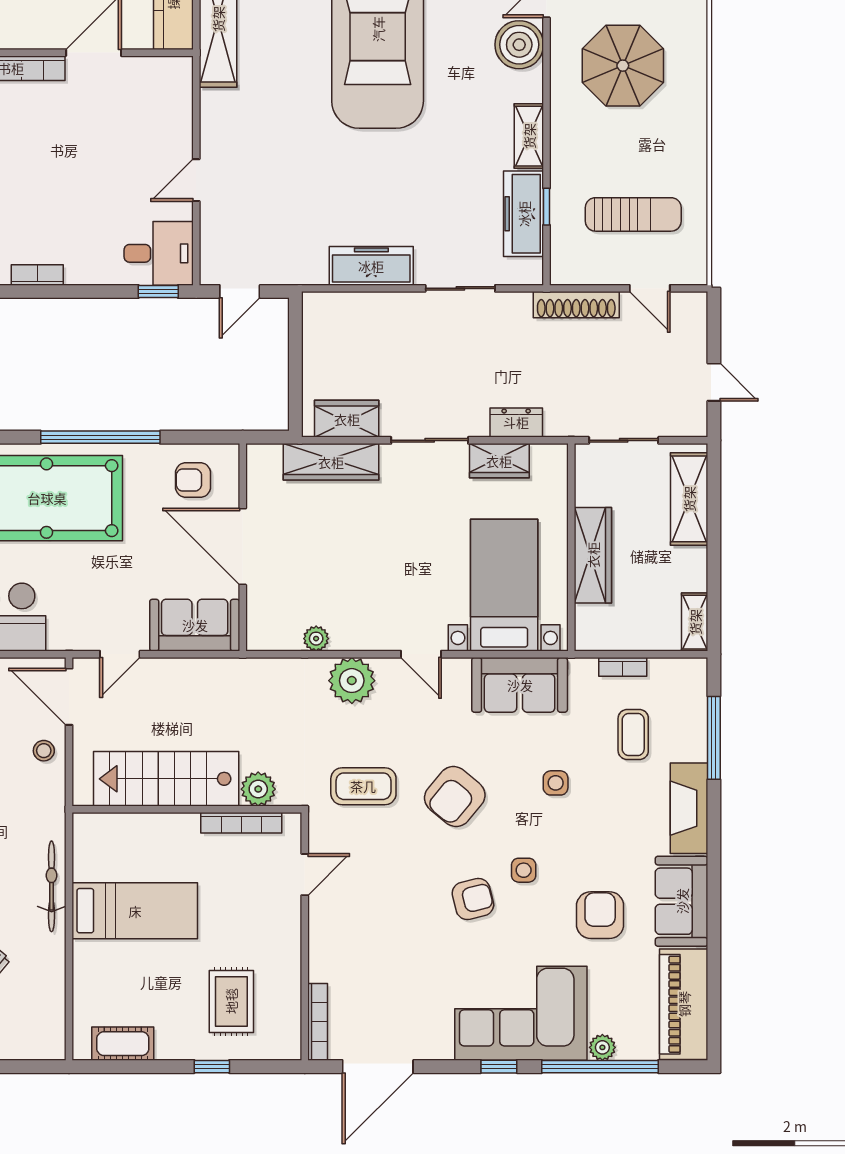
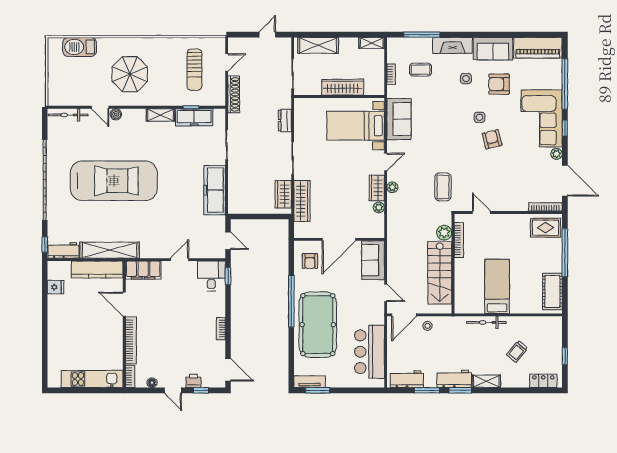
boiler: (519, 45) -> (116, 114), width x0.54, depth x0.54
filing cabinet: (172, 96) -> (143, 270), added
door: (196, 180) -> (180, 260), swing flipped
sun lounger: (633, 214) -> (194, 70), turned 180
freezer: (371, 266) -> (215, 190), width x1.36, depth x1.26
wardrobe: (499, 461) -> (377, 188), moved, turned 180
plant: (352, 681) -> (392, 187), width x0.53, depth x0.53
side table: (556, 783) -> (466, 79), moved
armchair: (455, 796) -> (447, 147), removed
rug: (231, 1001) -> (546, 228), moved
cot: (123, 1044) -> (552, 291), width x1.37, depth x1.34
plant: (602, 1047) -> (557, 154), moved
window: (212, 1067) -> (565, 253), width x3.17

